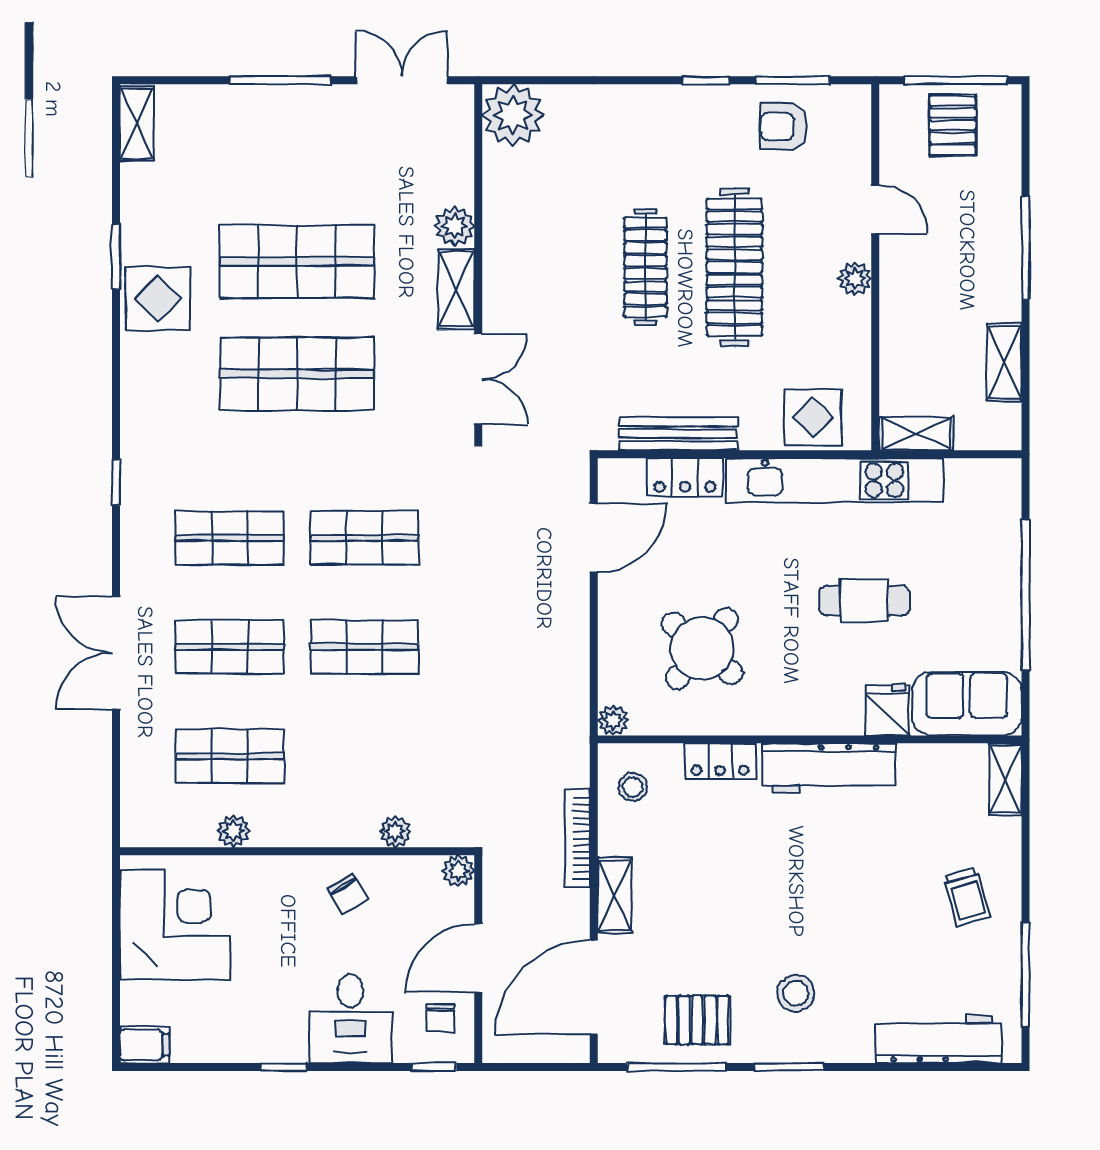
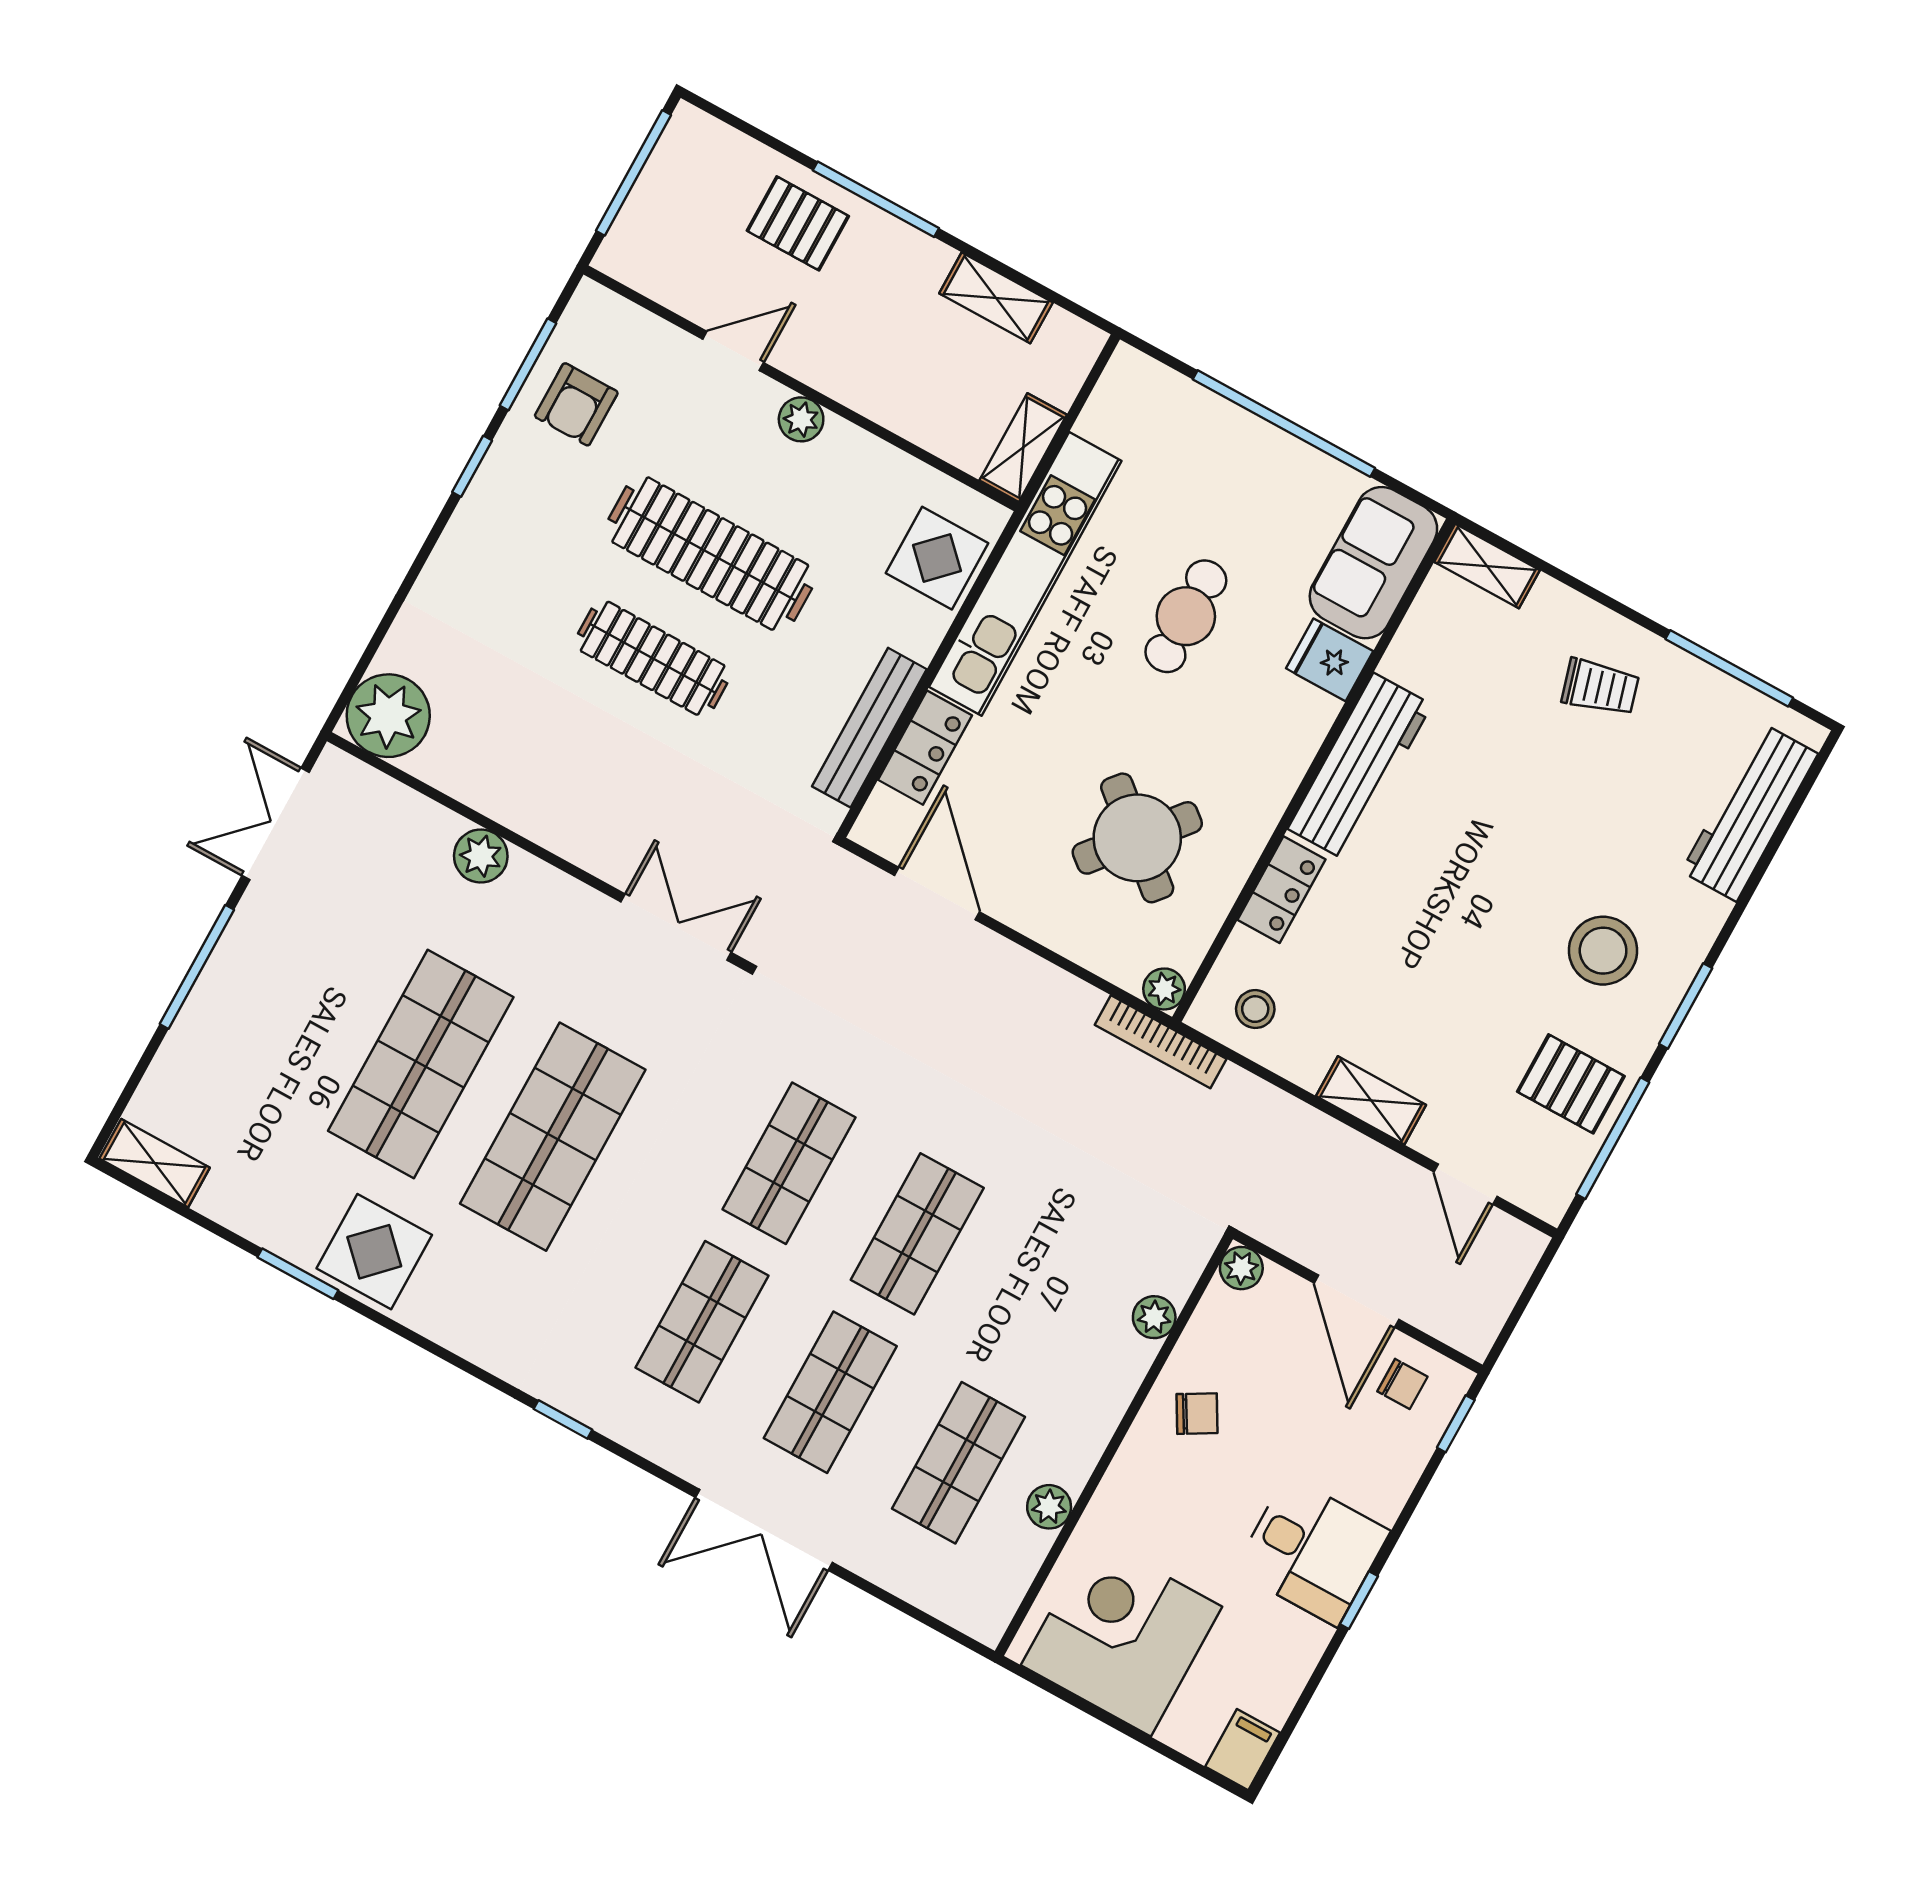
pallet: (953, 125) -> (798, 223), moved
shelving: (456, 289) -> (556, 895), removed
bookcase: (577, 838) -> (1161, 1042), moved
door: (594, 987) -> (1466, 1184), width x0.53
stool: (796, 993) -> (1603, 951), width x1.38, depth x1.38
desk: (350, 1019) -> (1312, 1551), moved
pallet: (697, 1020) -> (1571, 1084), turned 90

